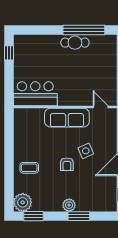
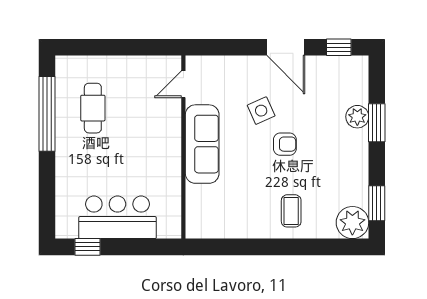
cafe table: (75, 43) -> (93, 108), moved
bar counter: (35, 94) -> (117, 217), moved, turned 90
plant: (69, 205) -> (357, 117), moved

